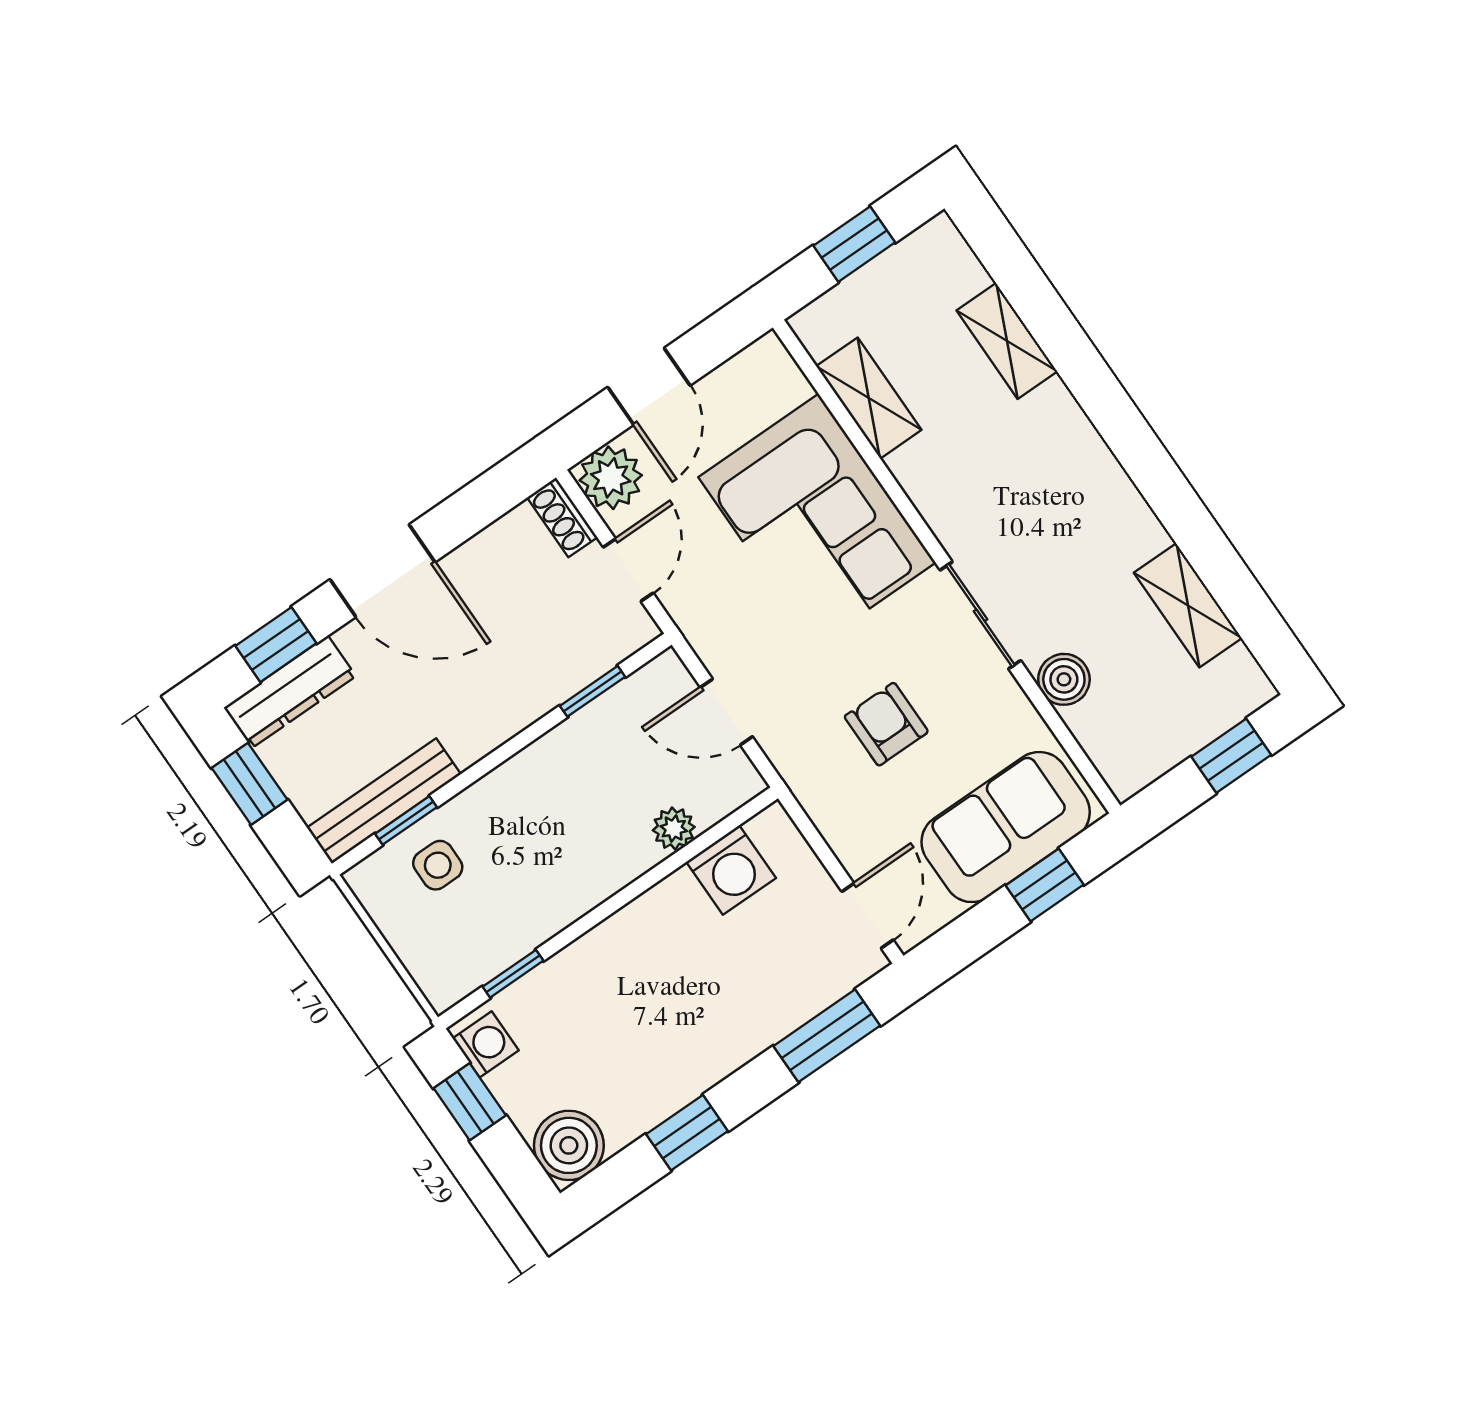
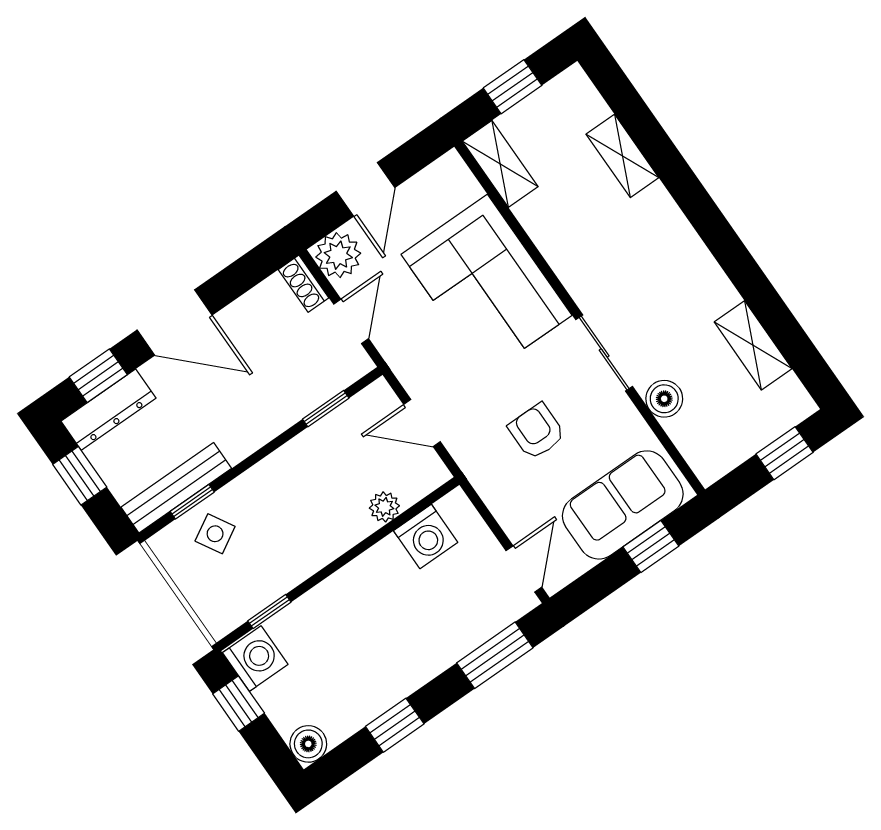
shelving: (869, 398) -> (500, 164), moved
side table: (438, 865) -> (215, 534), turned -30
washing machine: (486, 1044) -> (255, 659), width x1.38, depth x1.38
boiler: (569, 1145) -> (308, 744), width x0.73, depth x0.73

